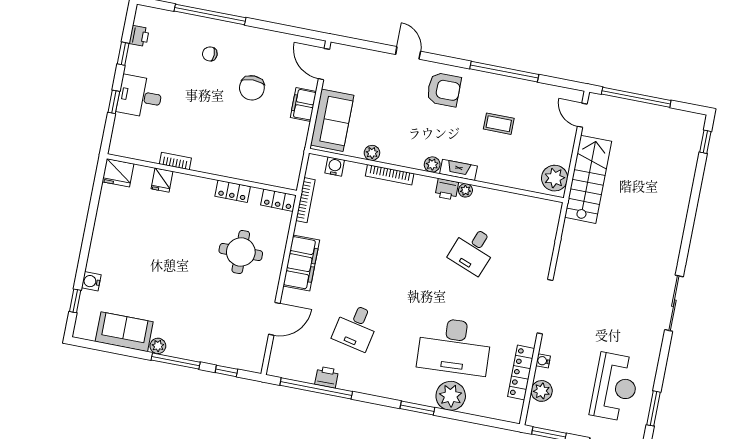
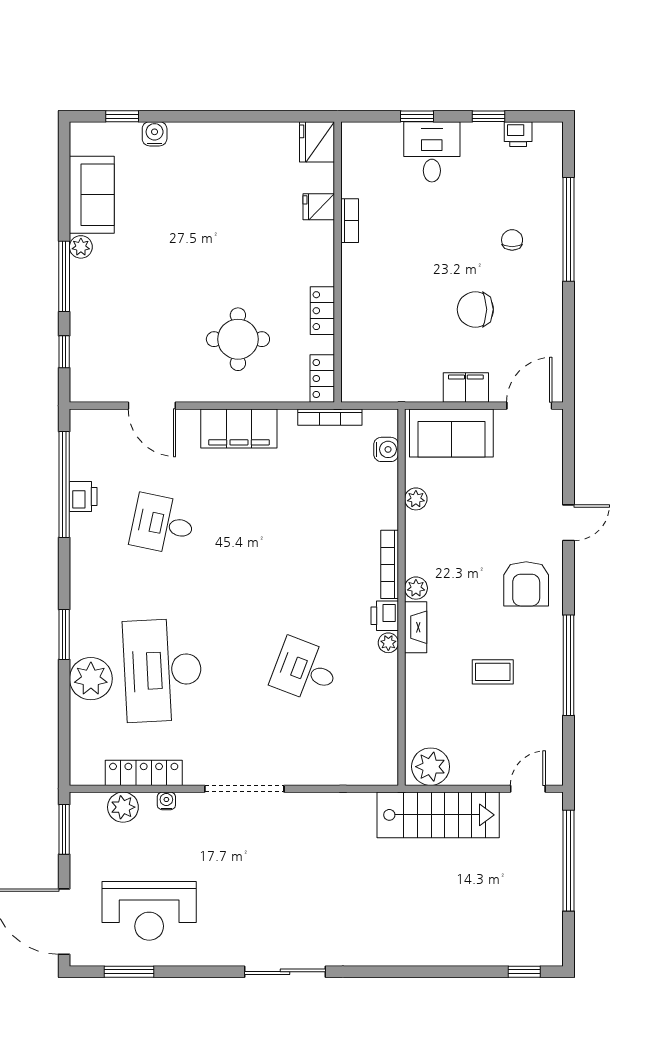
coffee table: (499, 124) -> (493, 672), turned 90
bookcase: (390, 175) -> (390, 564), moved

